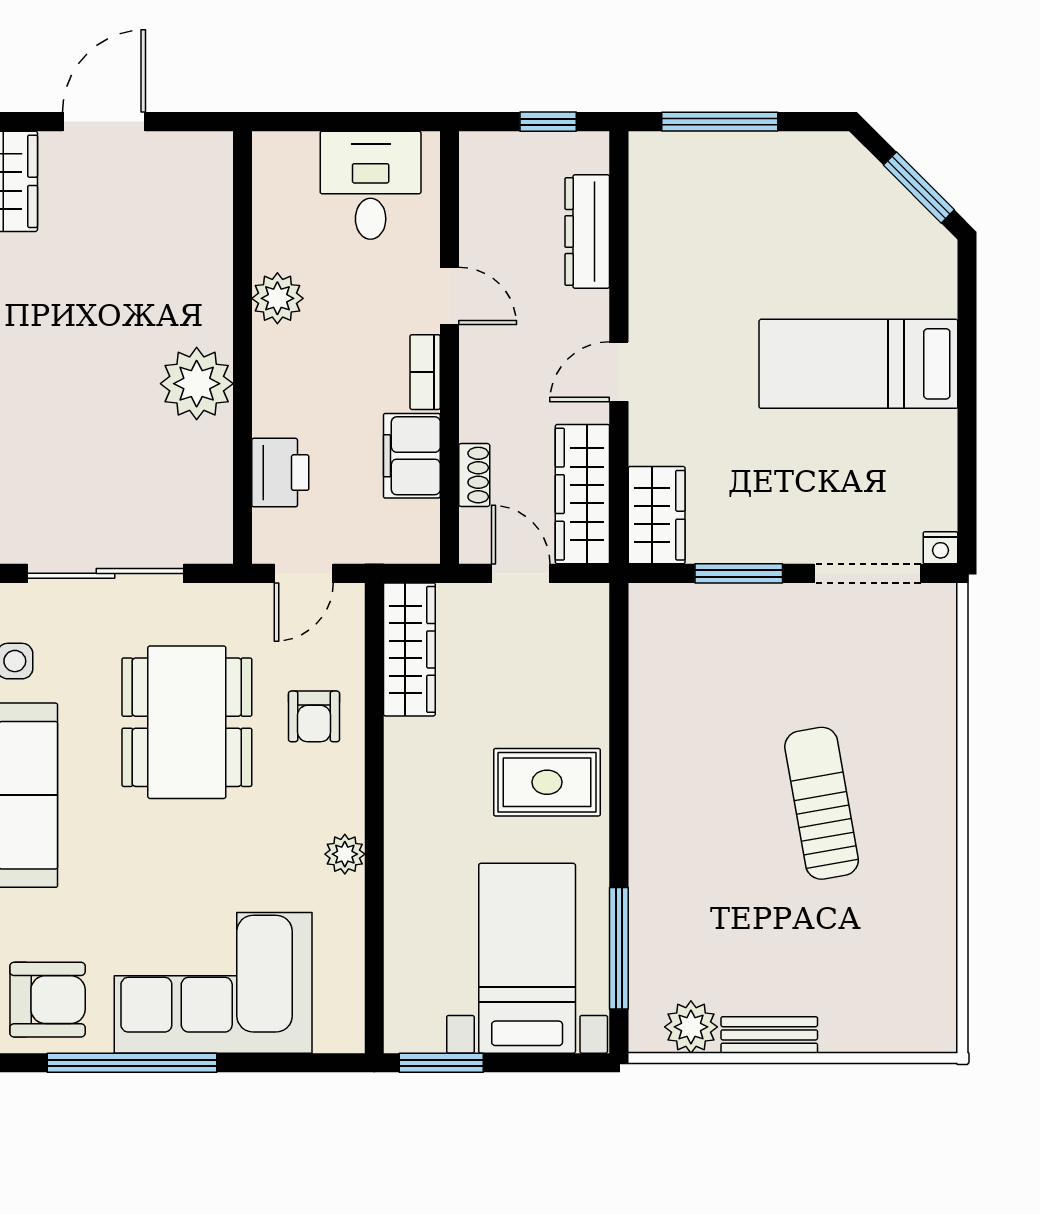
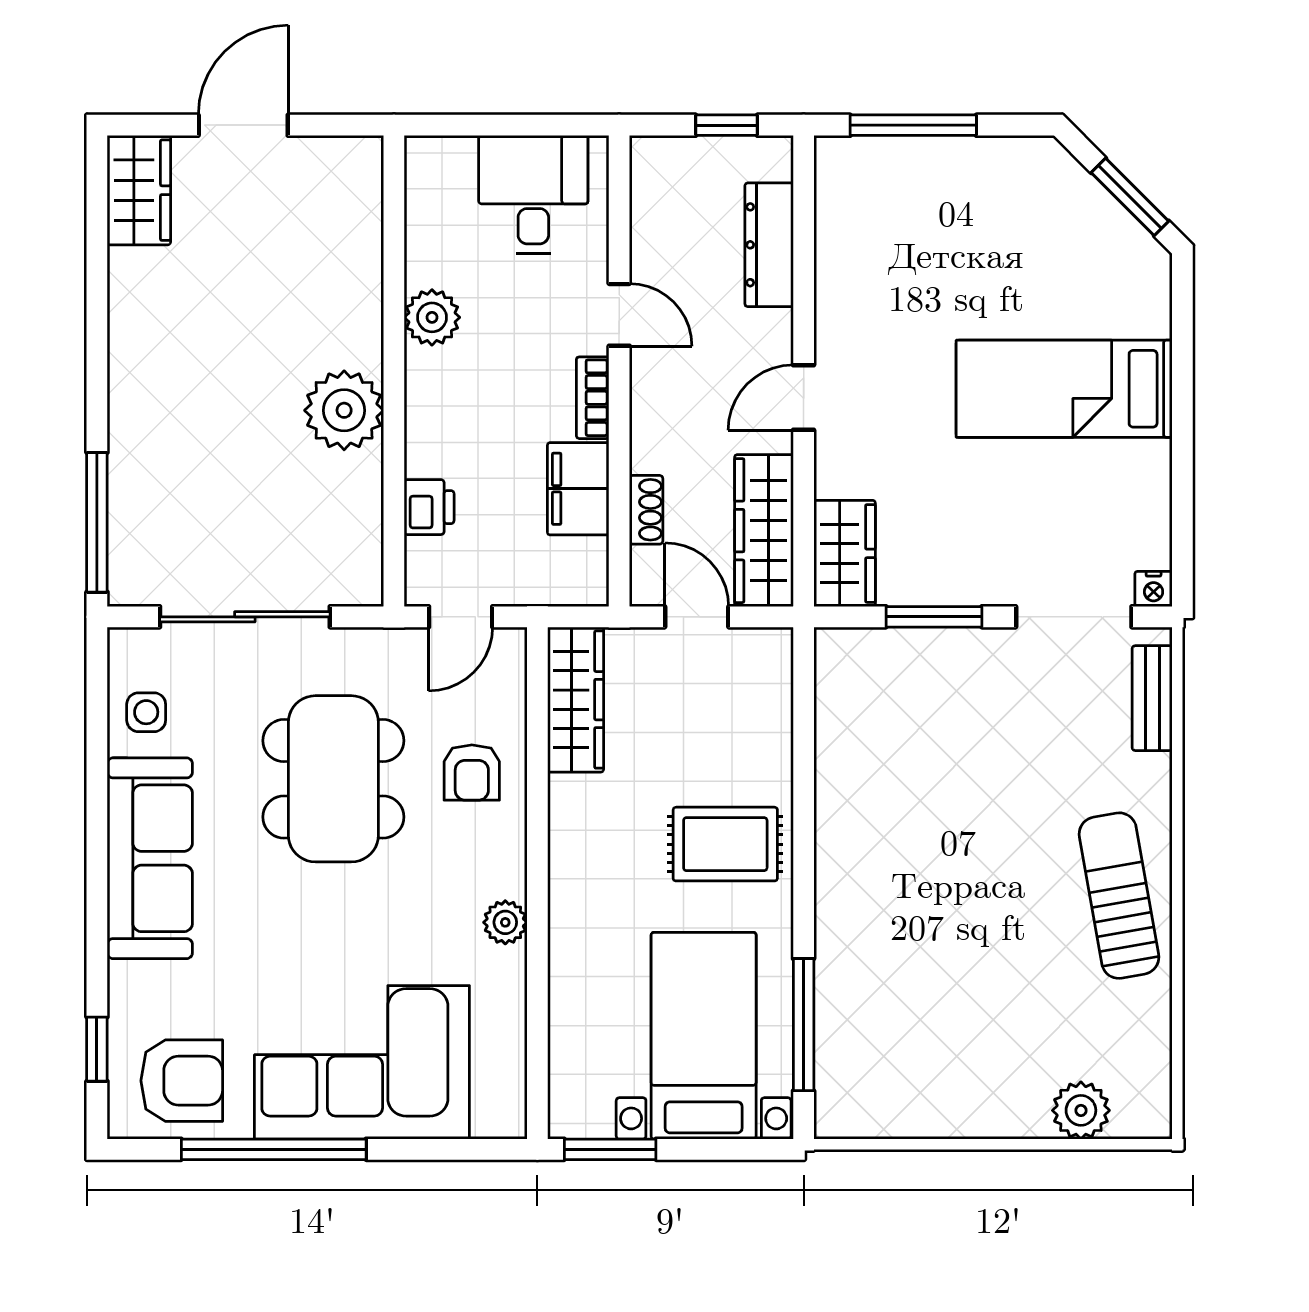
printer: (280, 473) -> (429, 507), width x0.73, depth x0.81
sun lounger: (822, 803) -> (1119, 896), moved
plant: (691, 1027) -> (1081, 1110), moved
bench: (769, 1035) -> (1152, 698), moved, turned 90

